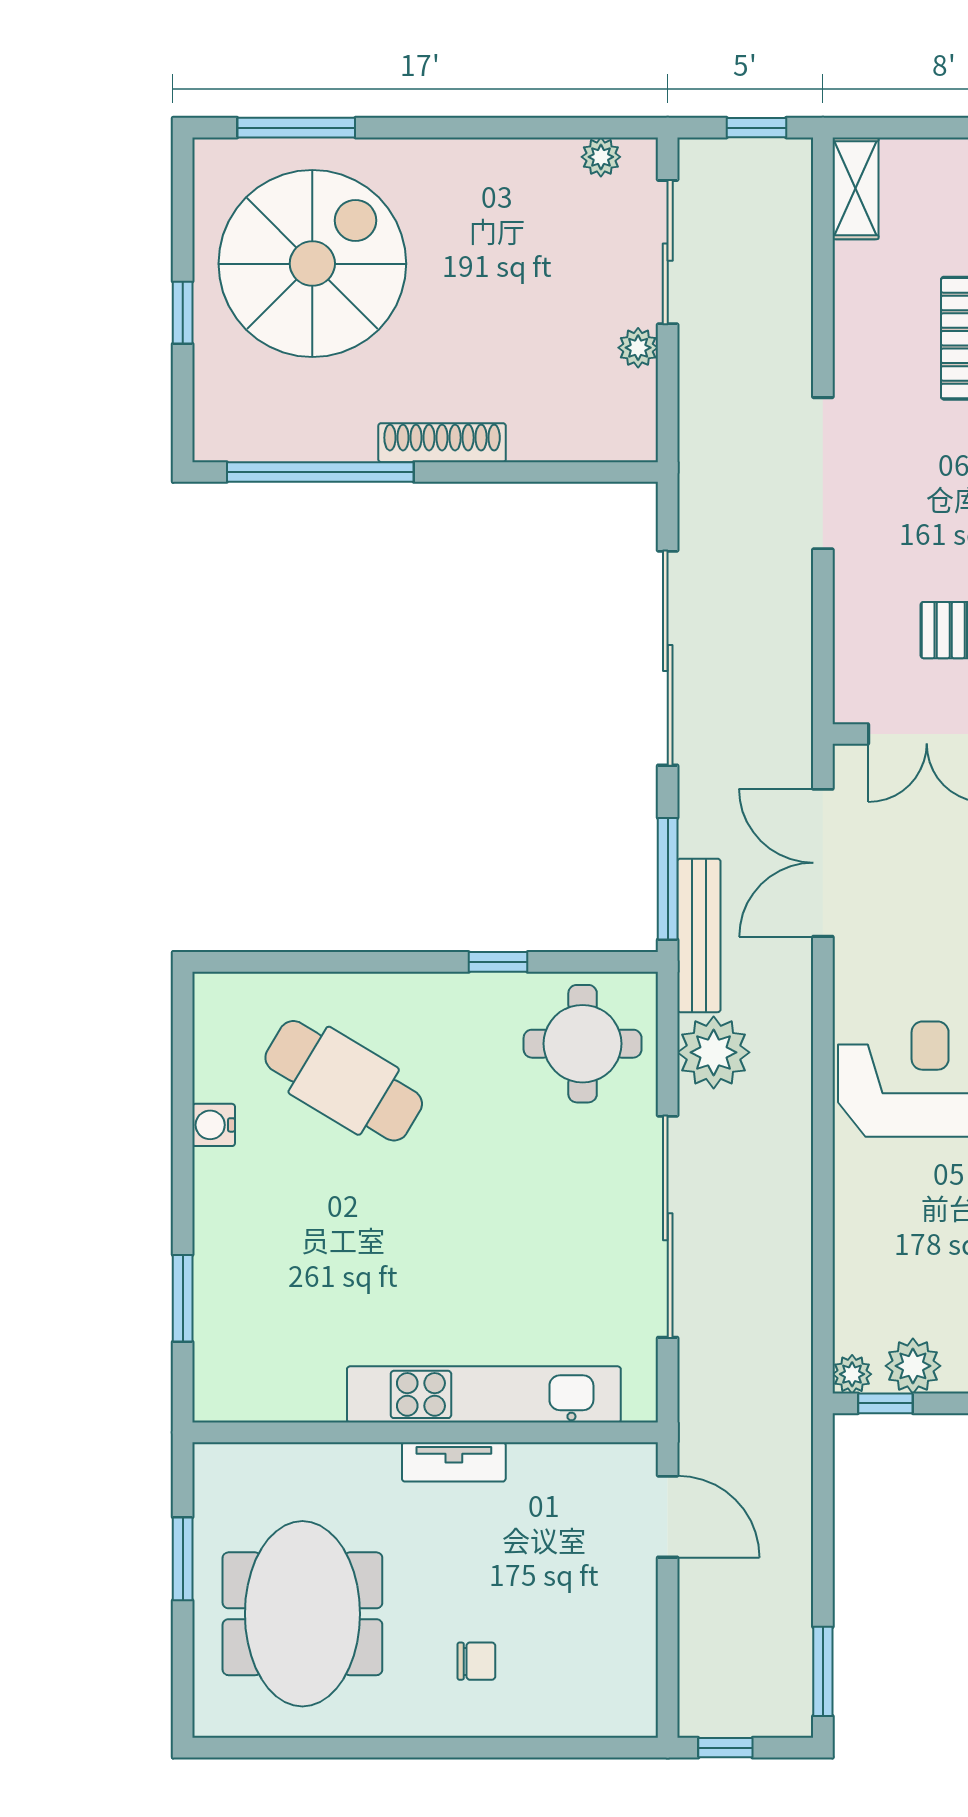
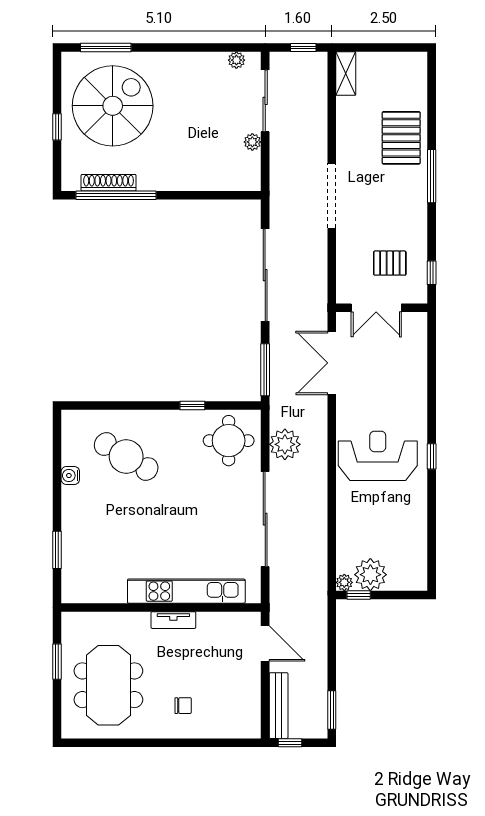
shoe rack: (442, 443) -> (109, 183), moved
bench: (699, 935) -> (279, 706), moved
plant: (913, 1366) -> (370, 575), width x1.36, depth x1.36

